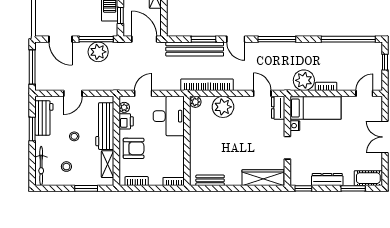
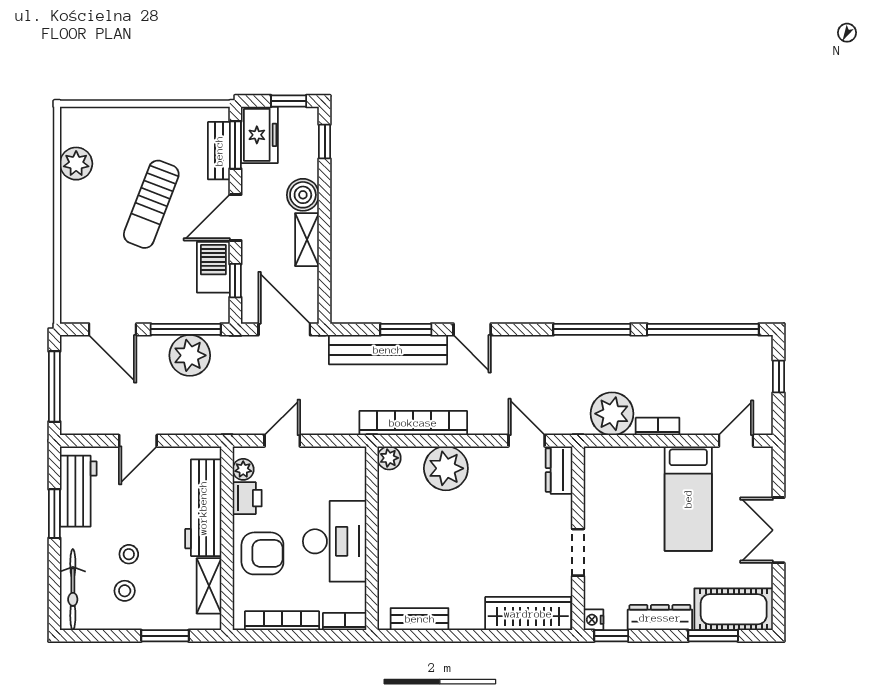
window: (277, 39) -> (592, 329), moved
bed: (315, 108) -> (688, 499), moved, turned 90
desk: (169, 116) -> (335, 541), moved
nightstand: (295, 126) -> (593, 620), moved
stool: (74, 136) -> (129, 554), moved
cot: (368, 178) -> (734, 609), width x1.37, depth x1.34
bookcase: (137, 181) -> (282, 621), width x1.56

